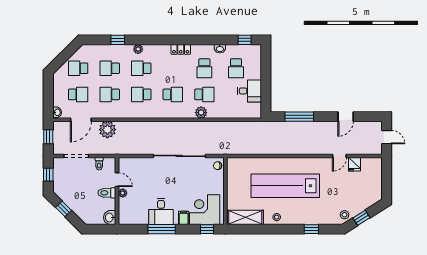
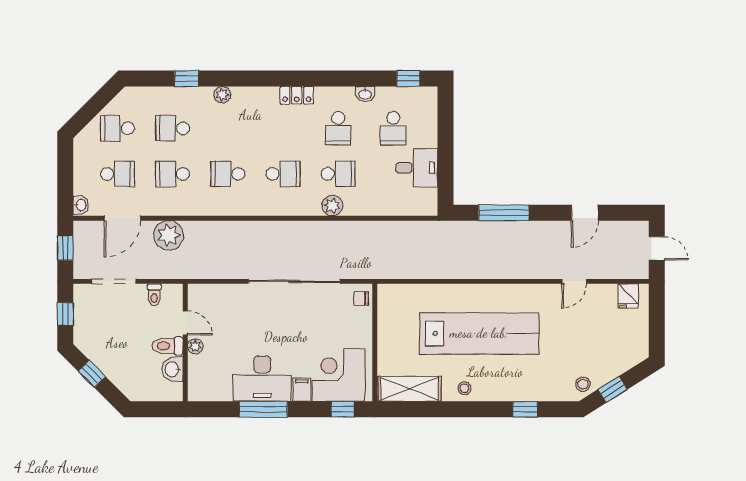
school desk: (141, 68) -> (228, 128), removed
fridge: (354, 164) -> (628, 296), moved
lab bench: (285, 186) -> (479, 333), turned 180
desk: (161, 211) -> (262, 378), width x1.37
washbasin: (110, 218) -> (172, 369), moved

